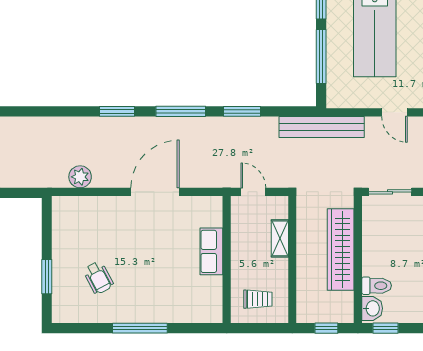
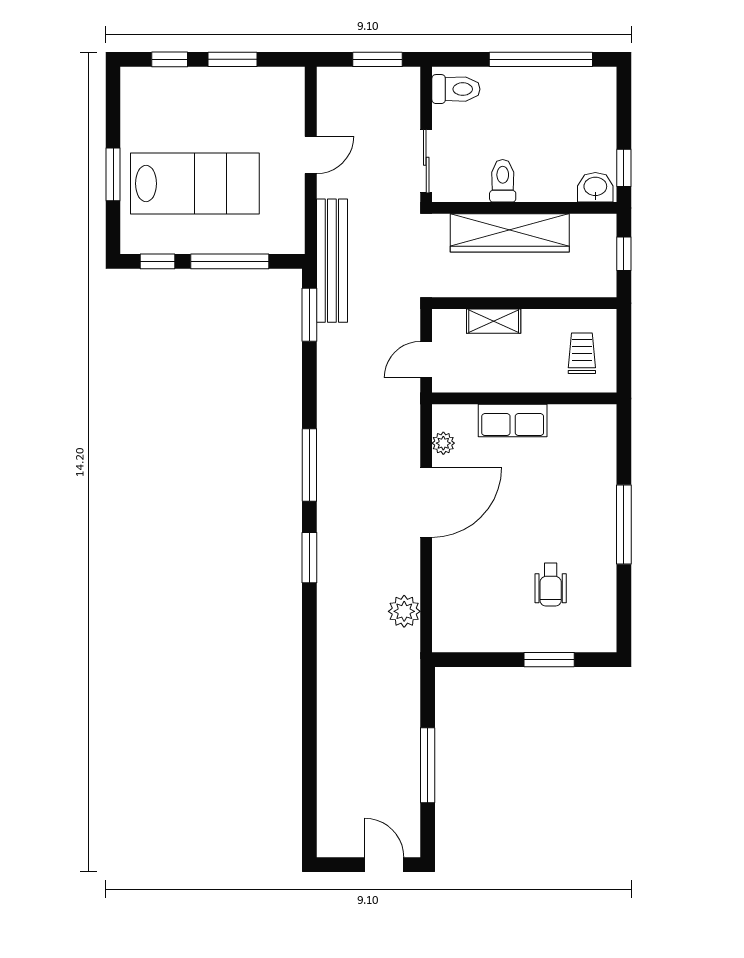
window: (242, 111) -> (309, 315), moved
door: (155, 192) -> (426, 502), swing flipped
plant: (196, 204) -> (443, 443), added
wheelchair: (98, 278) -> (551, 585), turned 118
toilet: (377, 286) -> (503, 181), moved

